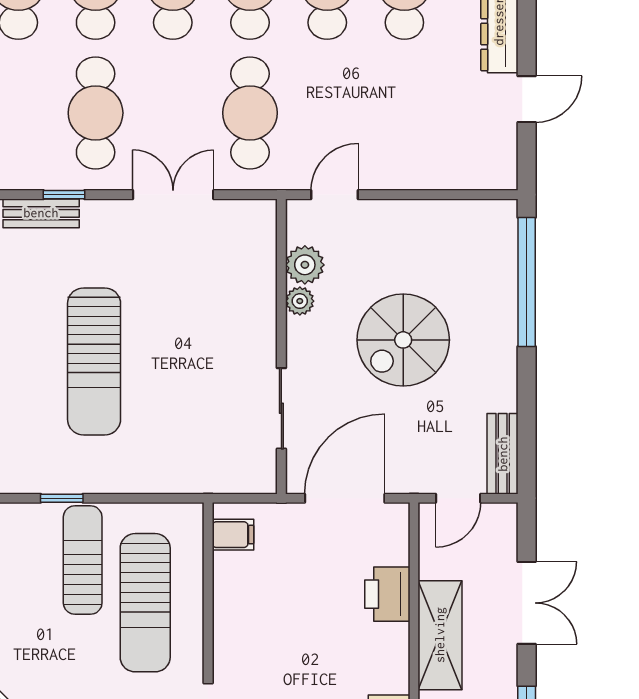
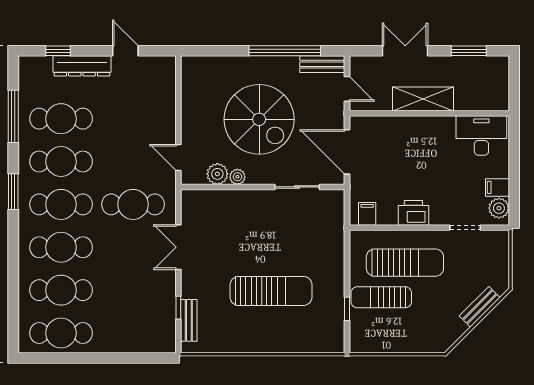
cafe table: (96, 113) -> (133, 290), removed
window: (527, 282) -> (285, 51), moved
spiral stairs: (403, 340) -> (259, 119), width x1.37, depth x1.37
printer: (387, 594) -> (413, 213), moved, turned 180

